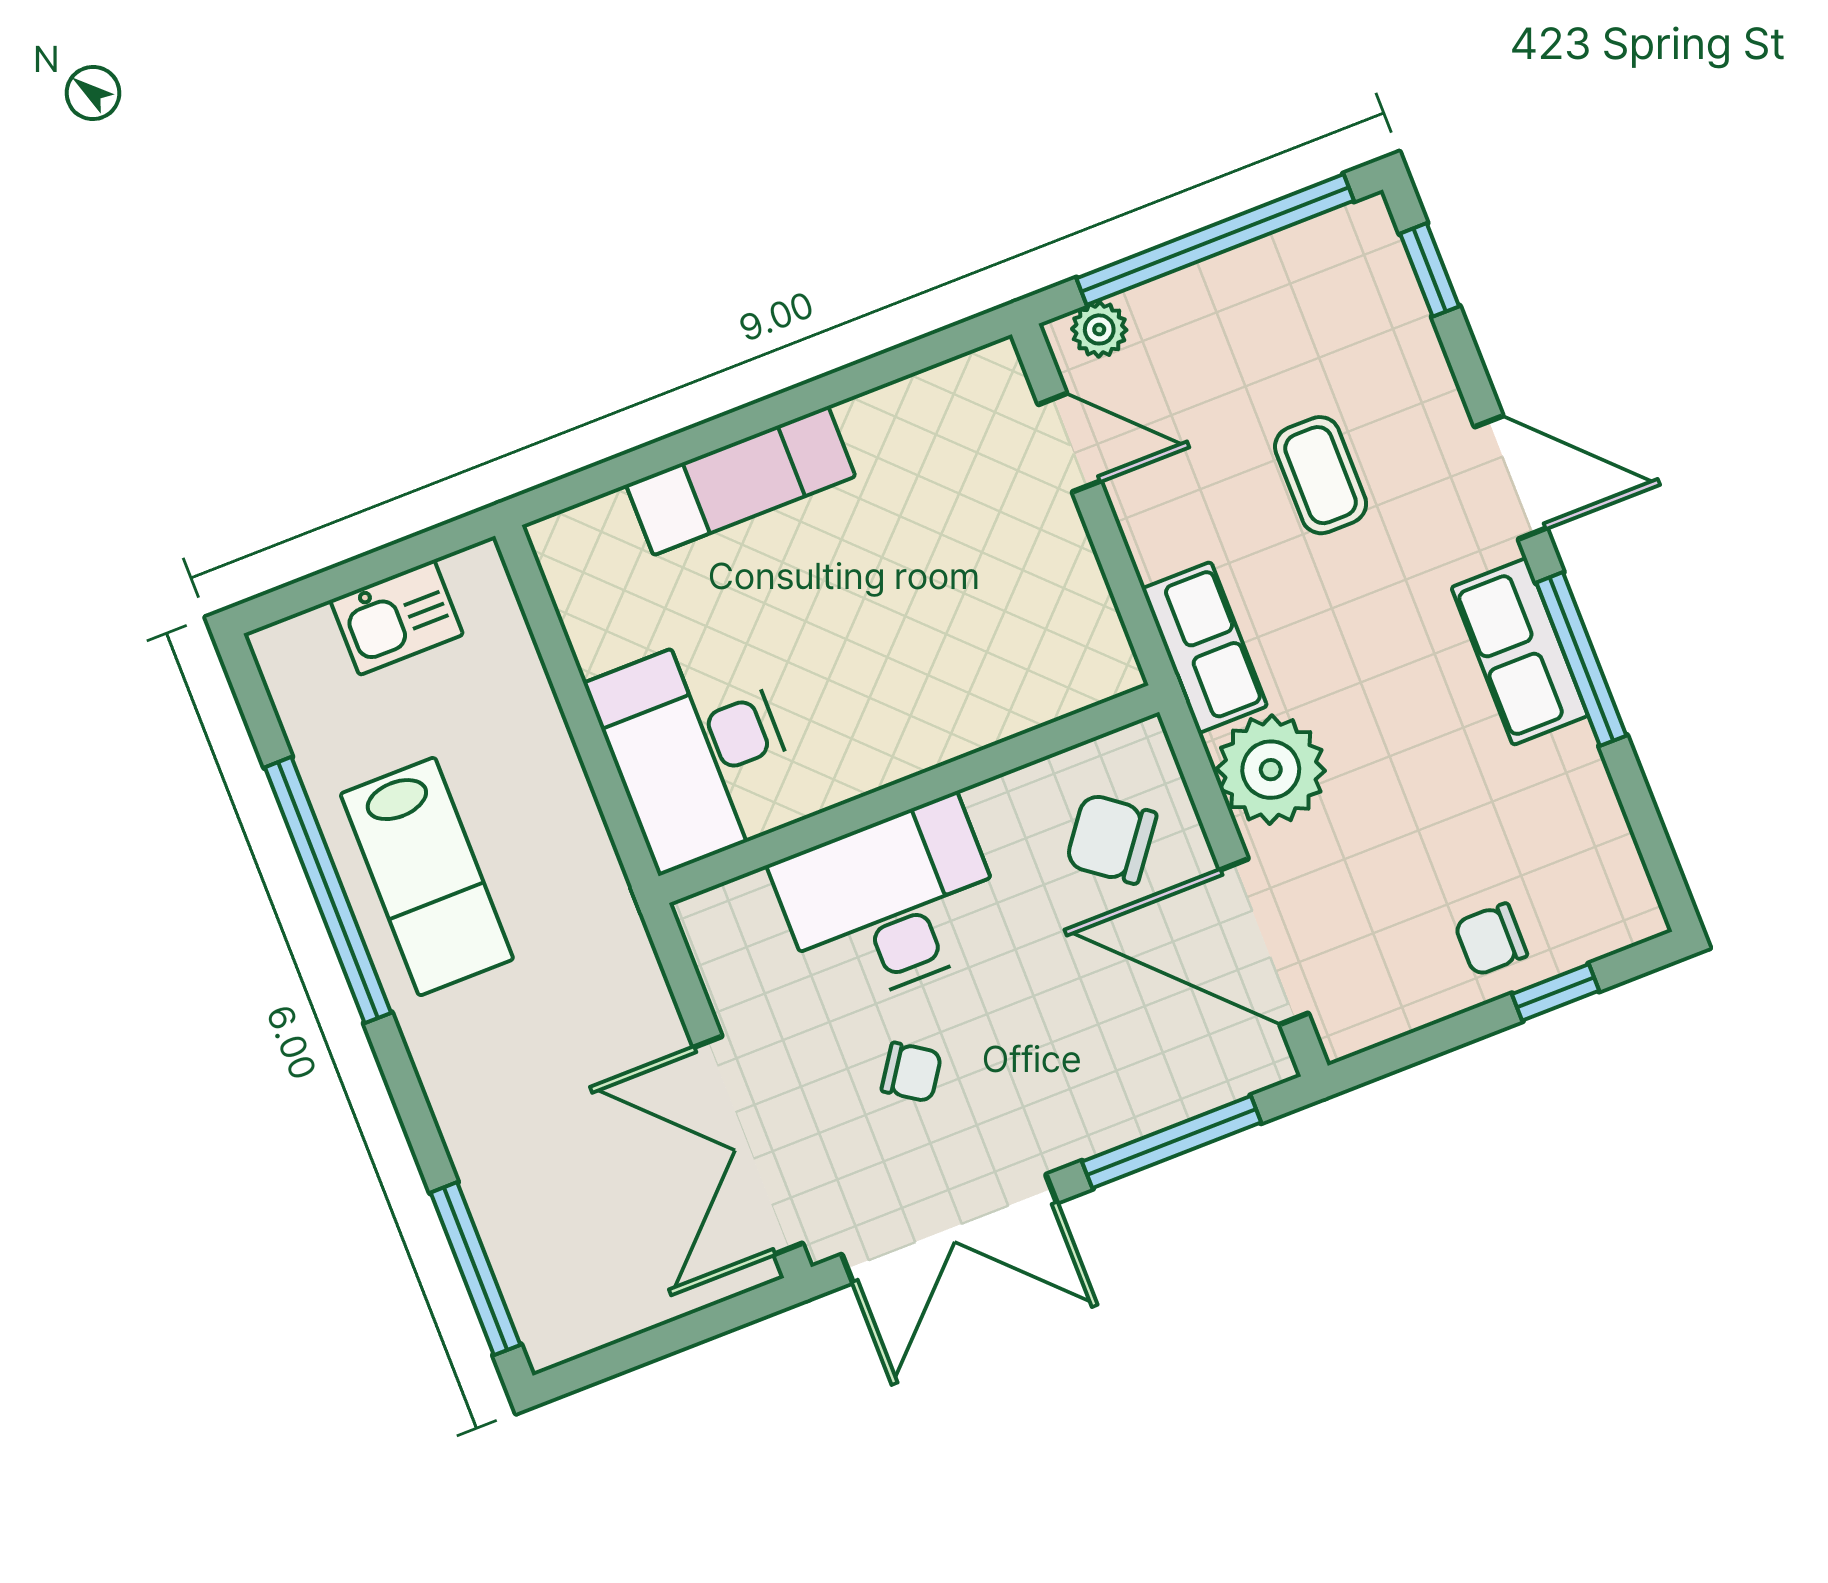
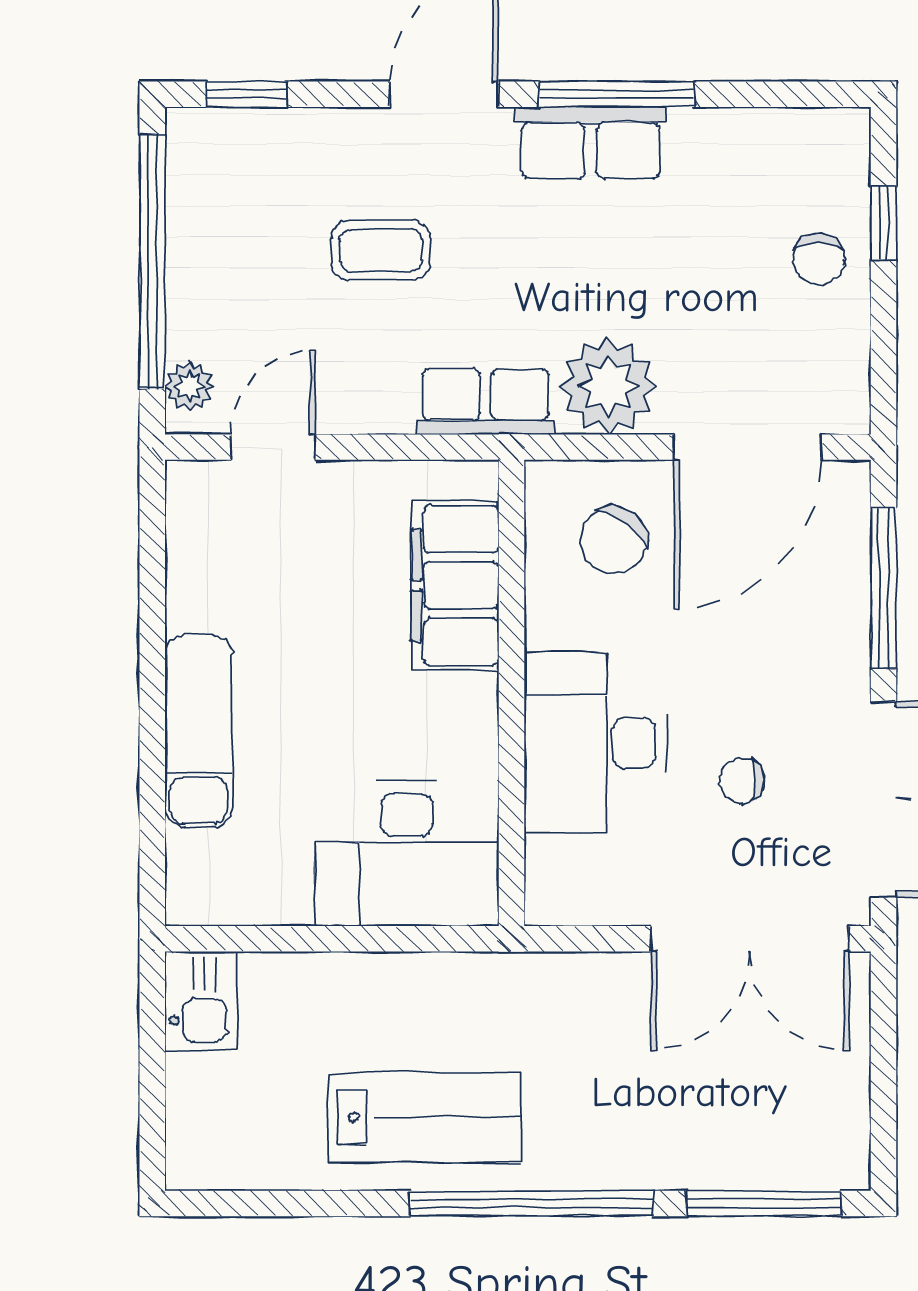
kitchen sink: (397, 617) -> (201, 1001), moved
filing cabinet: (999, 691) -> (455, 585), added
window: (328, 890) -> (532, 1203), moved
chair: (911, 1072) -> (742, 780), turned -124

